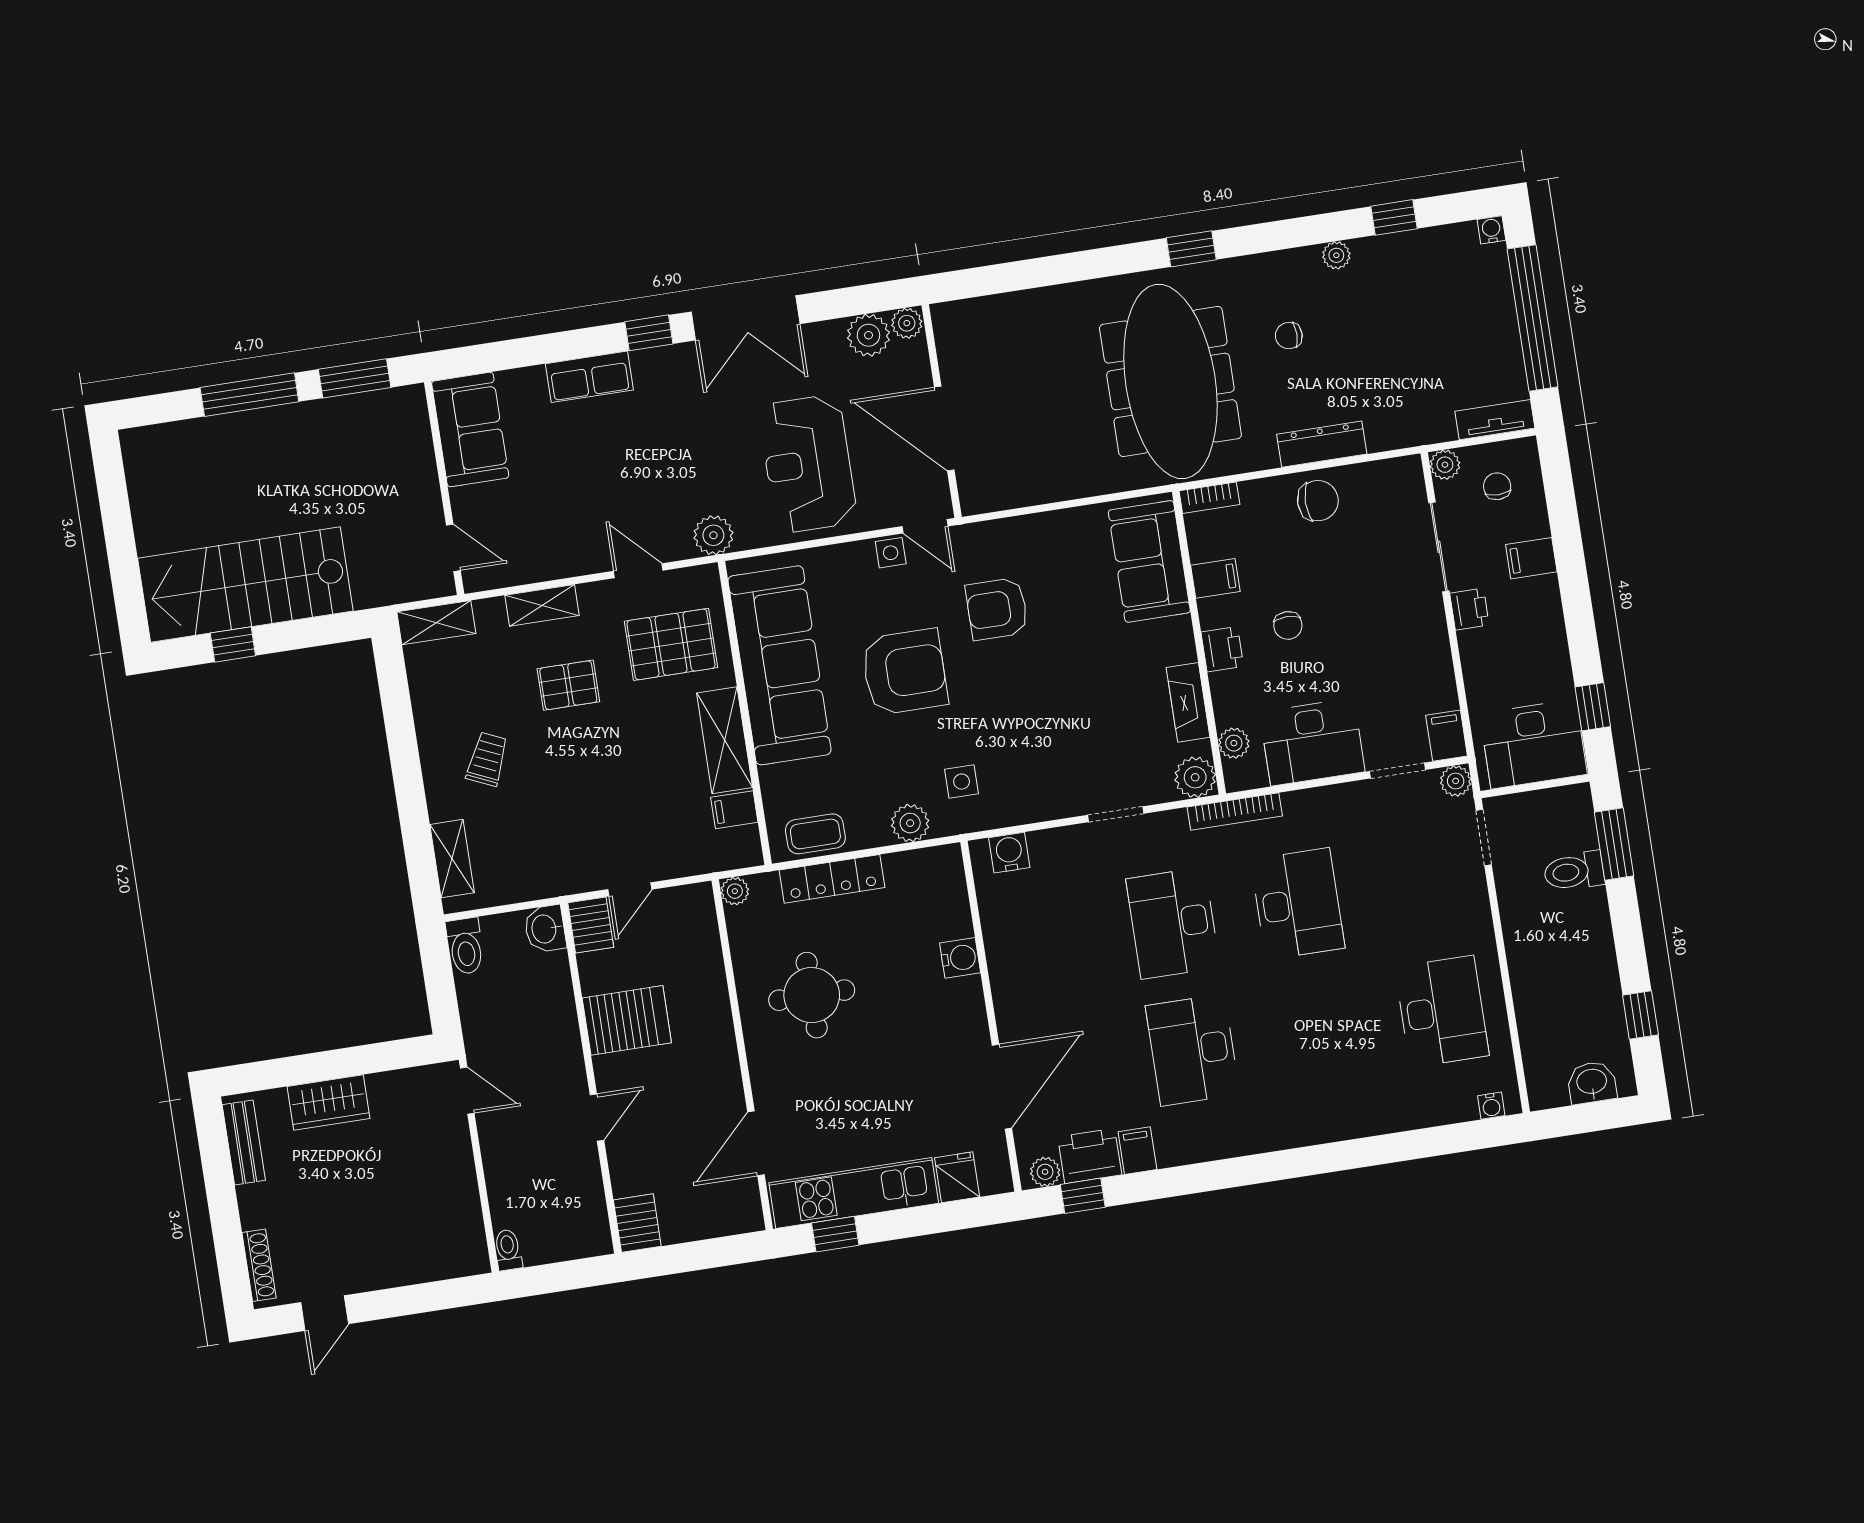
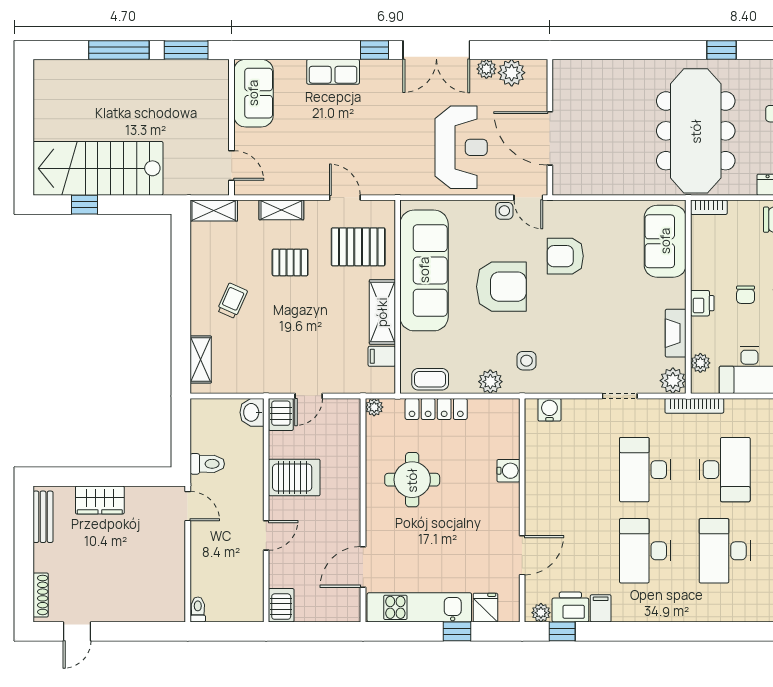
plant: (907, 323) -> (486, 69), moved
reception desk: (808, 464) -> (461, 147), turned 180
plant: (713, 535) -> (395, 183), removed
filing cabinet: (1215, 578) -> (705, 258), removed
toilet: (465, 946) -> (207, 464), moved, turned -90
desk: (1317, 1031) -> (725, 551), added
door: (1002, 1087) -> (522, 555), width x0.73
window: (835, 1234) -> (457, 631), moved

